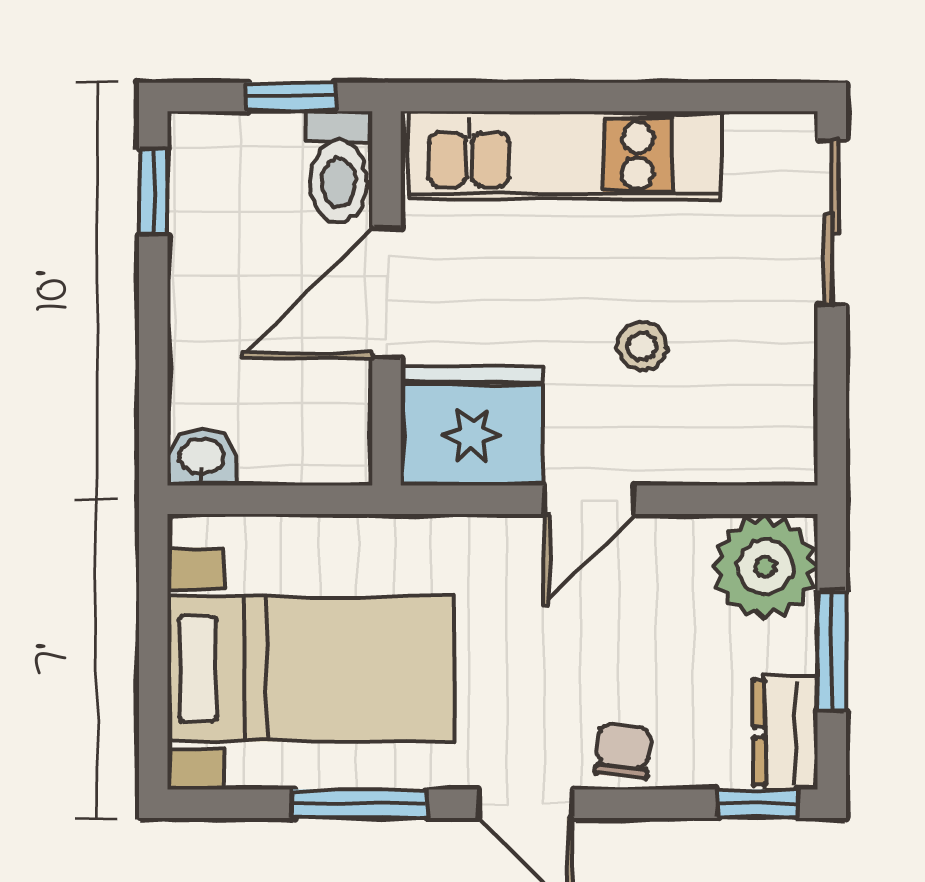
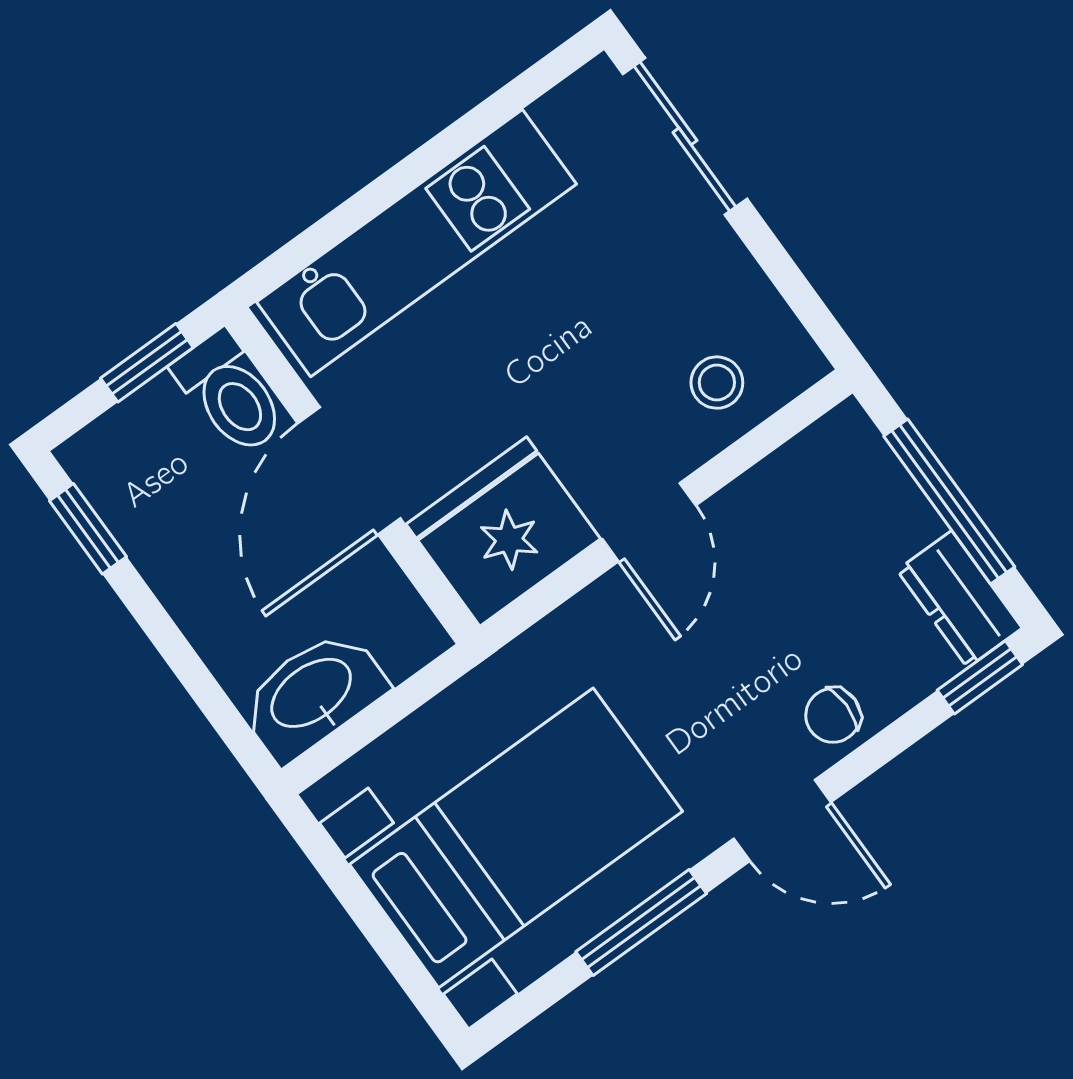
stool: (642, 347) -> (717, 383), moved
washbasin: (202, 458) -> (313, 695), width x1.91, depth x1.45
plant: (765, 567) -> (840, 471), removed
window: (832, 651) -> (949, 502), width x1.44
chair: (623, 751) -> (833, 715), turned -95

